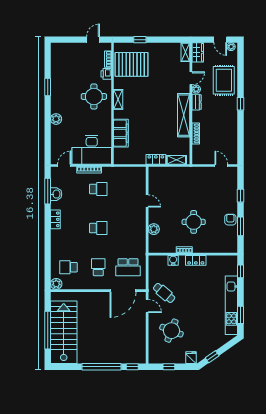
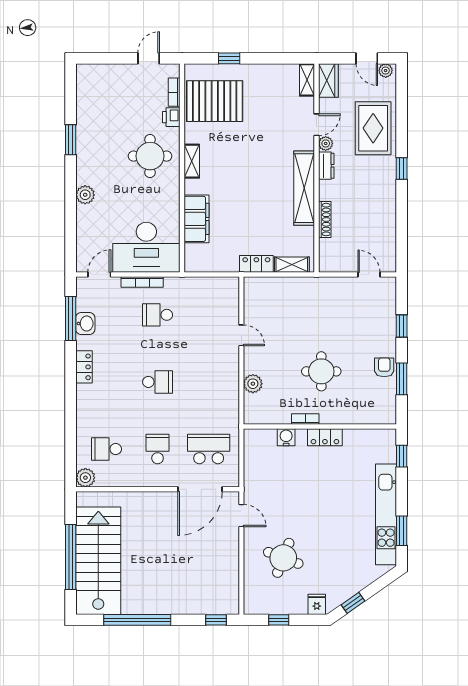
school desk: (98, 189) -> (158, 315), turned 180
school desk: (128, 267) -> (209, 449), turned 180
cafe table: (164, 293) -> (271, 493), removed
window: (101, 367) -> (137, 620), moved

